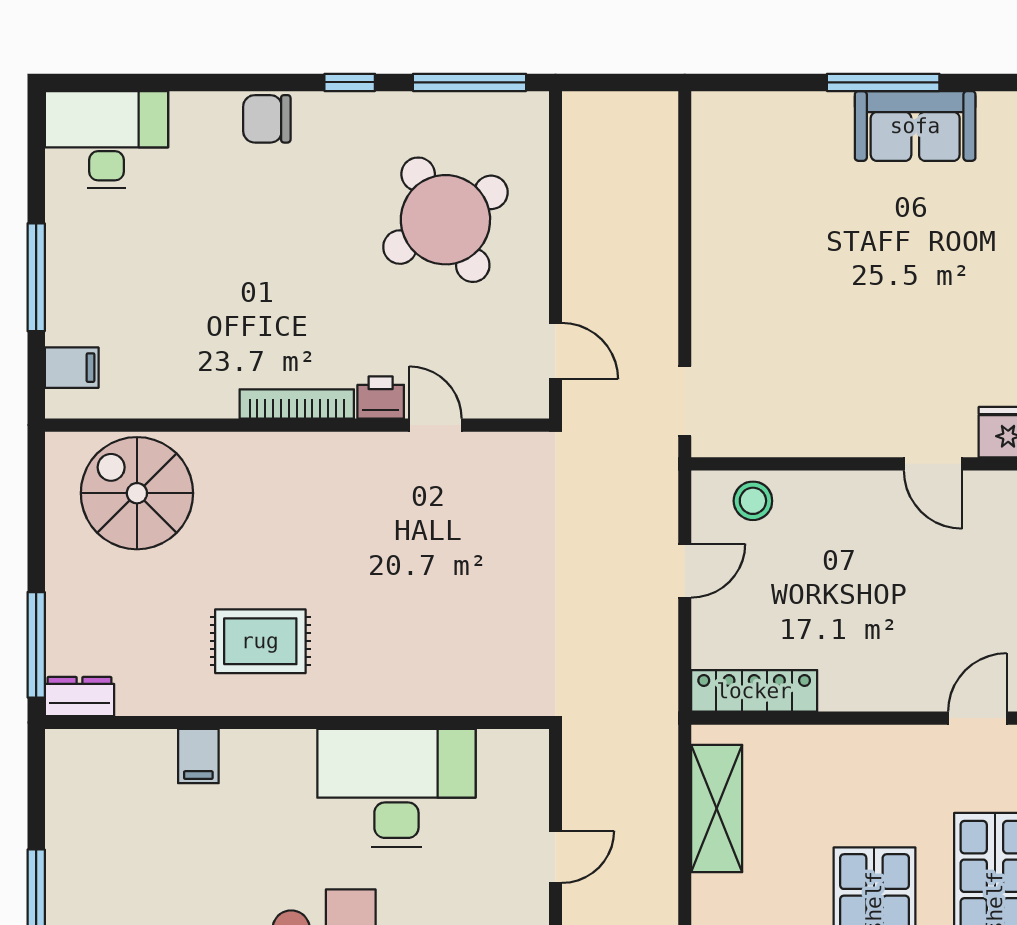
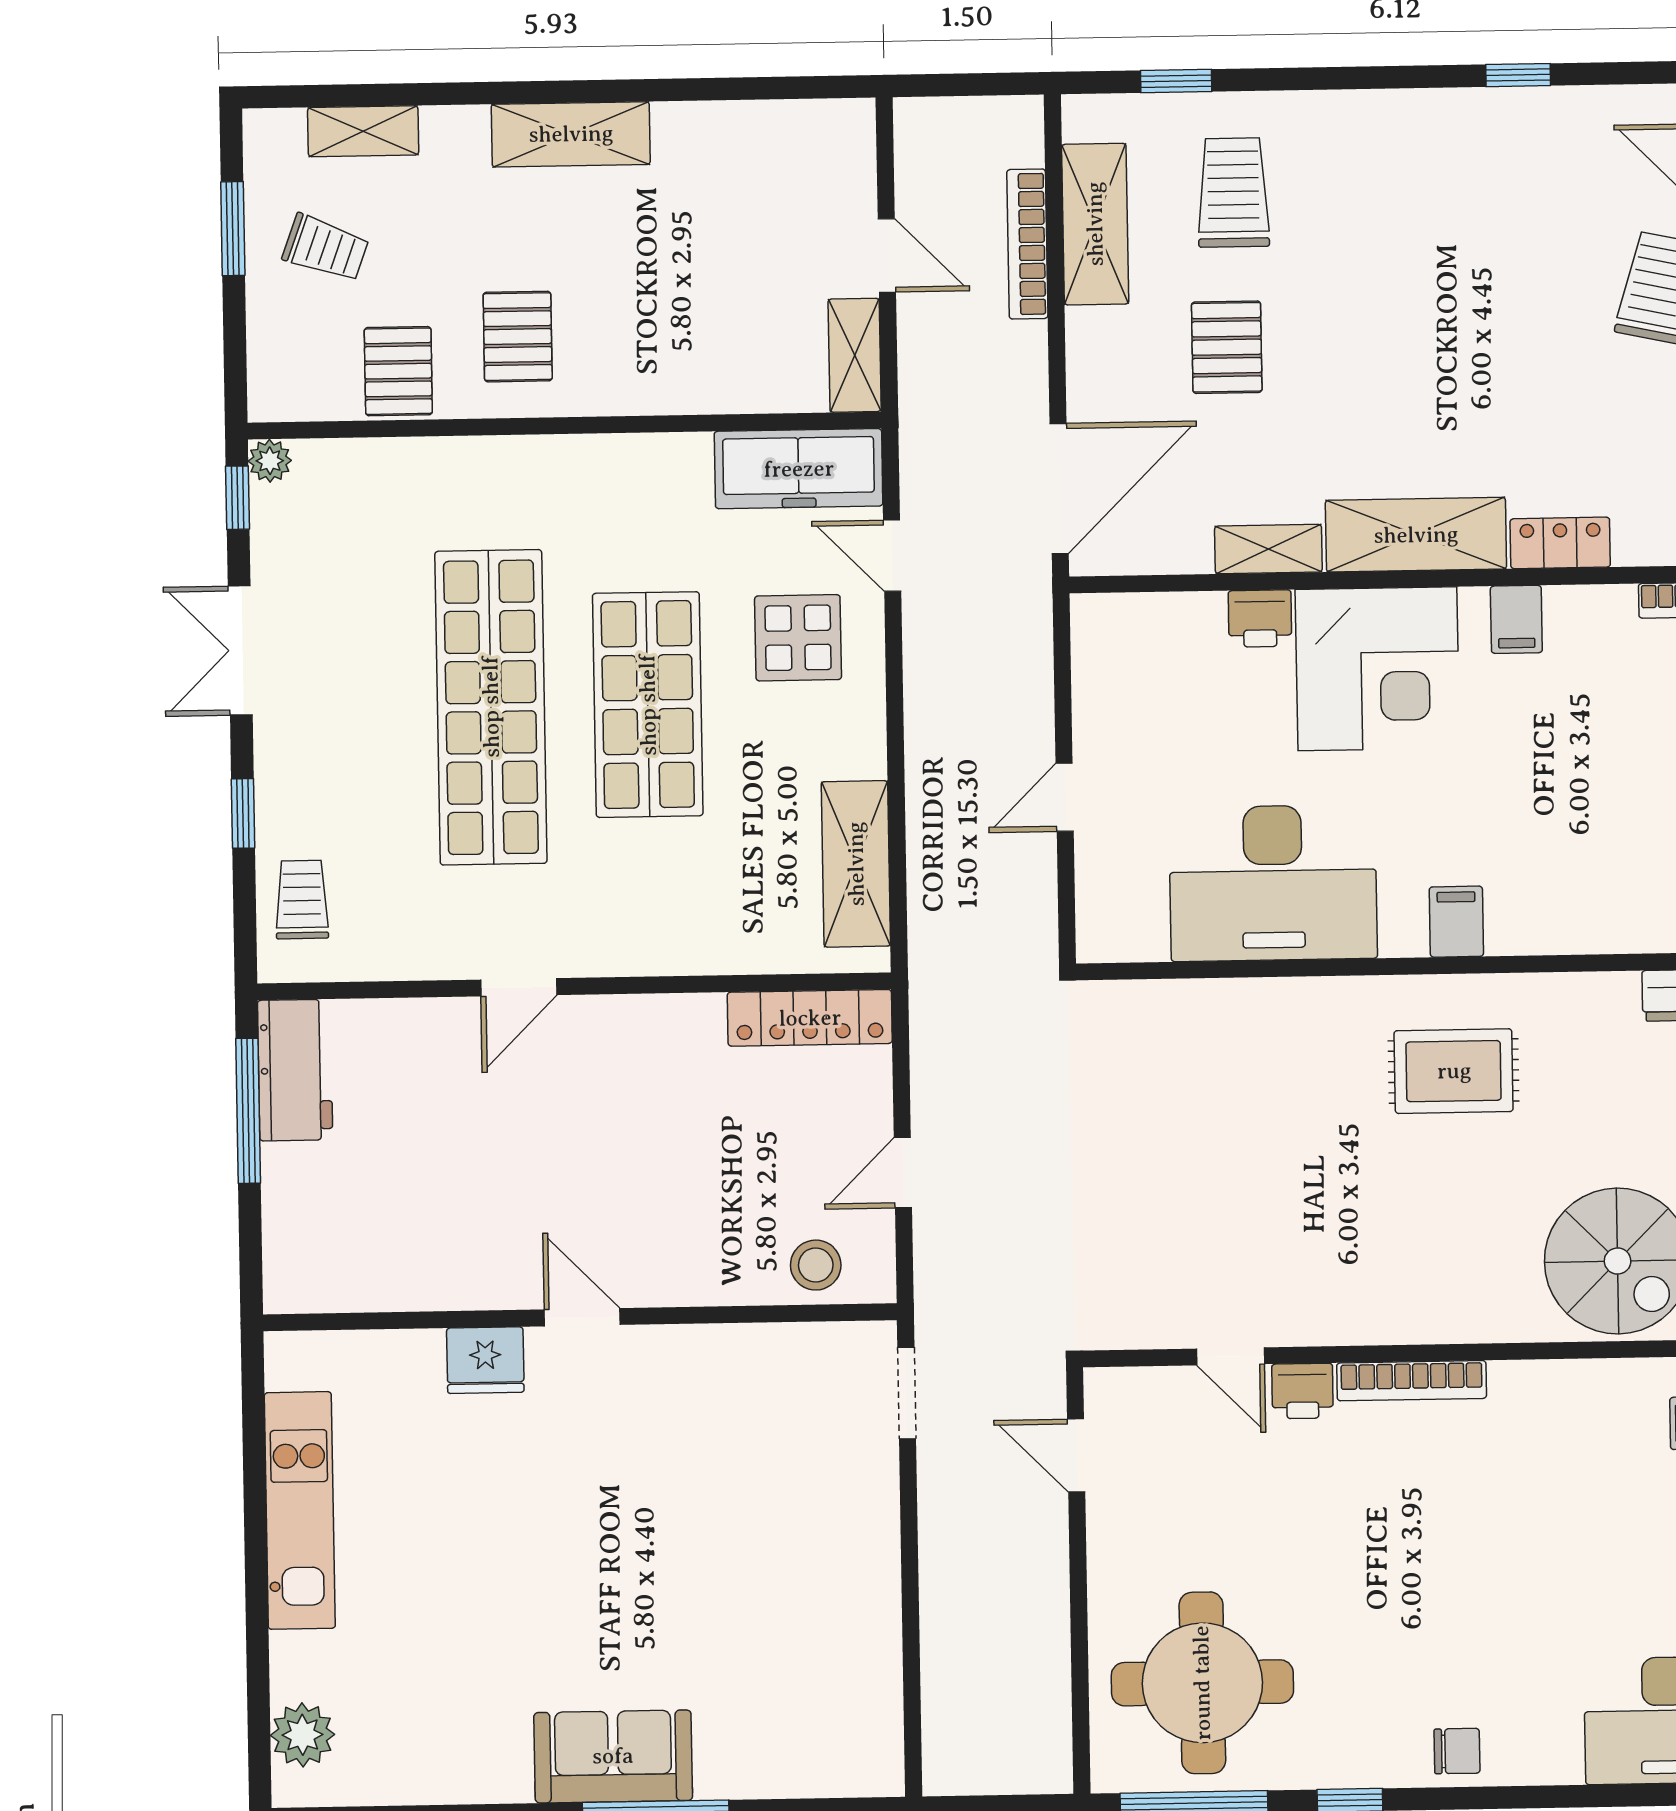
chair: (267, 119) -> (1457, 1751), width x0.73, depth x0.73
round table: (445, 220) -> (1202, 1683), moved, turned 31
filing cabinet: (198, 756) -> (1456, 922), moved

